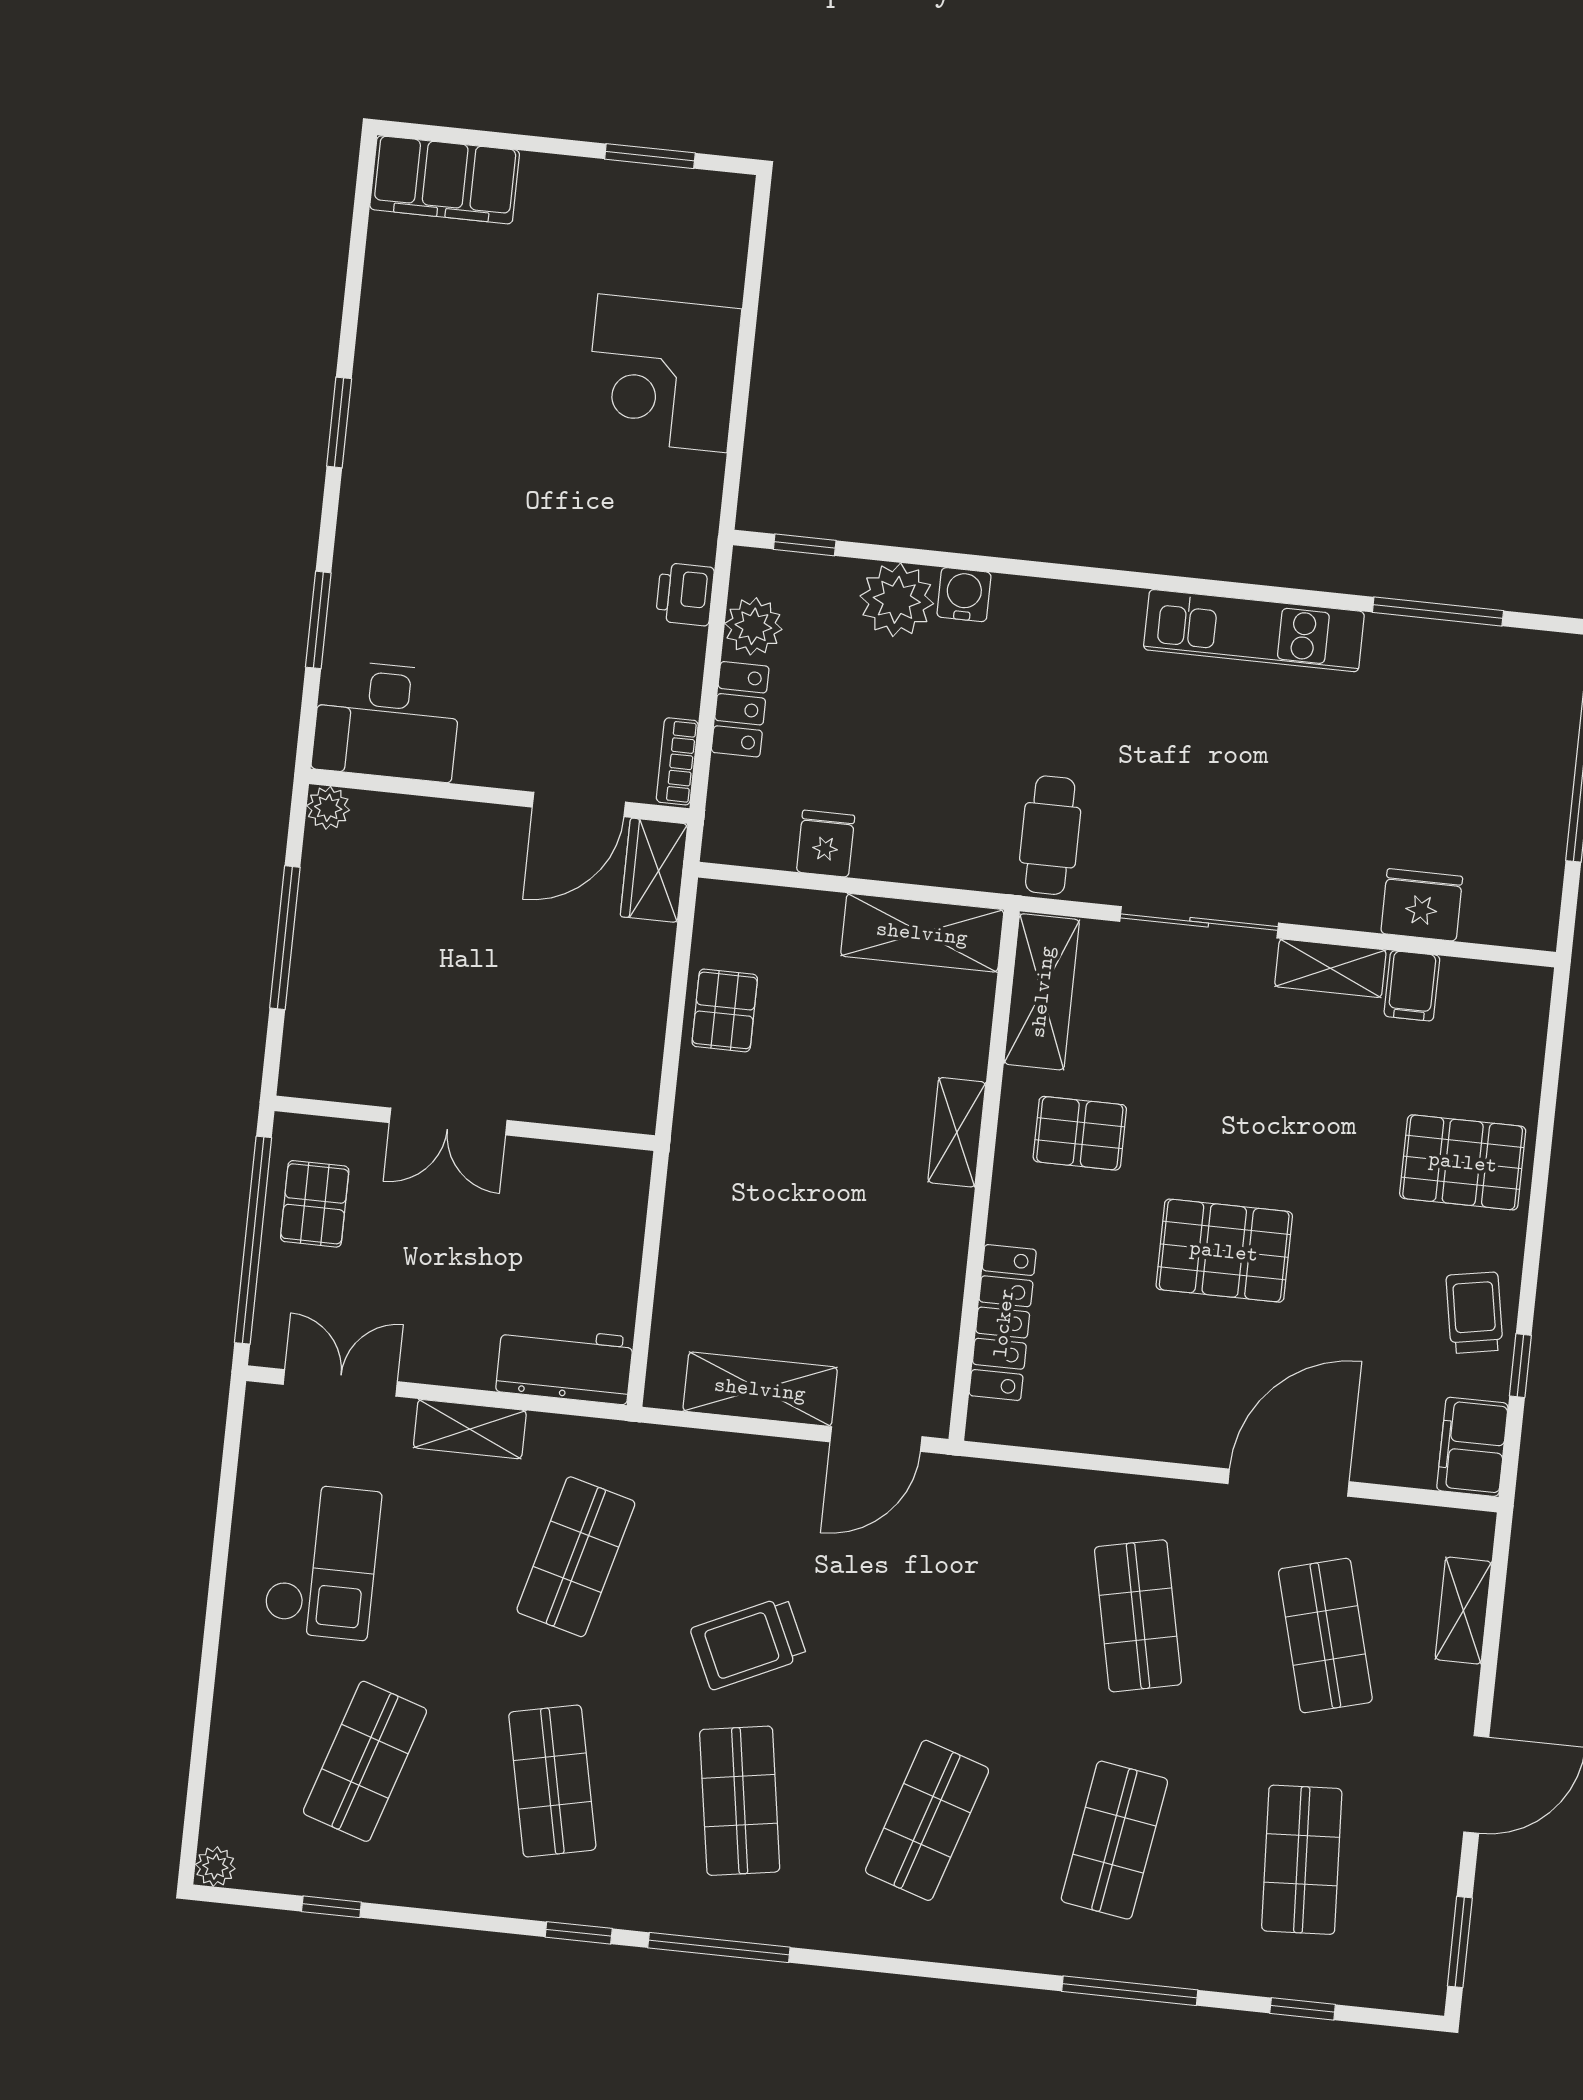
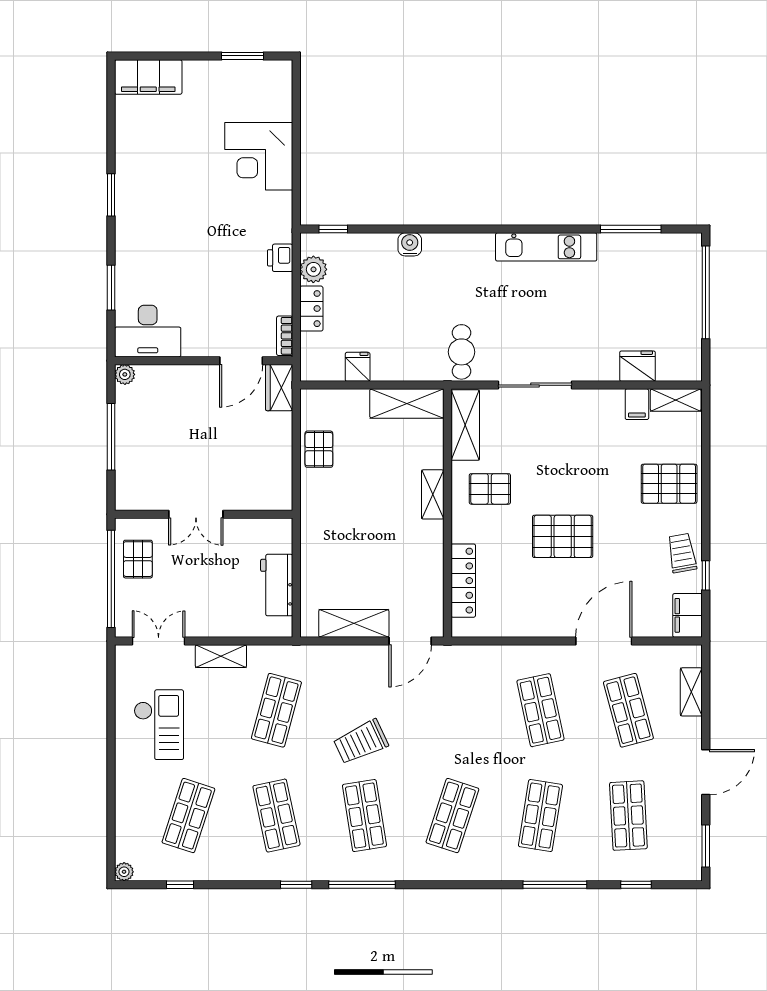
plant: (897, 600) -> (379, 250), removed
shelving: (1330, 968) -> (676, 400), moved
workbench: (565, 1364) -> (277, 585), moved, turned -90

